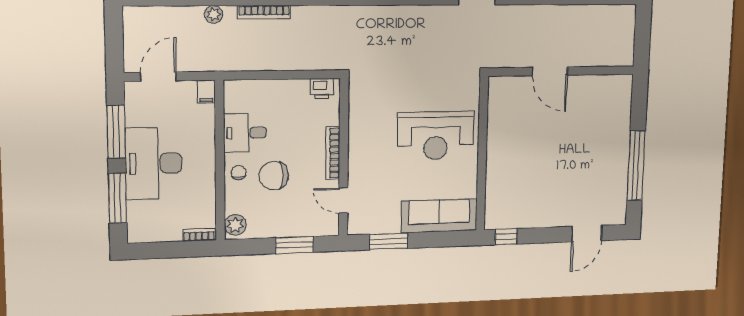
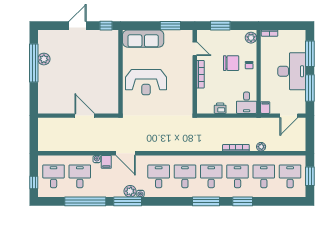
printer: (322, 89) -> (220, 108), moved
desk: (245, 133) -> (247, 103), moved, turned 90
reception desk: (436, 136) -> (146, 82), turned 180
plant: (618, 173) -> (44, 59), added
door: (587, 234) -> (78, 26), moved

